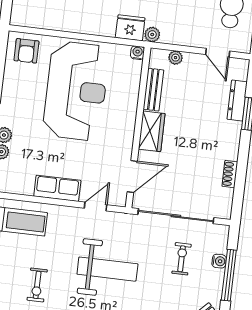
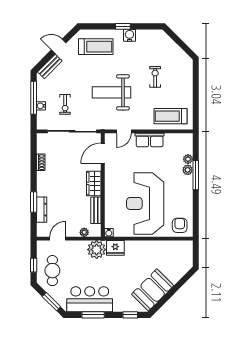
plant: (152, 34) -> (97, 250), width x1.87, depth x1.87
door: (218, 53) -> (58, 239), hinge flipped

